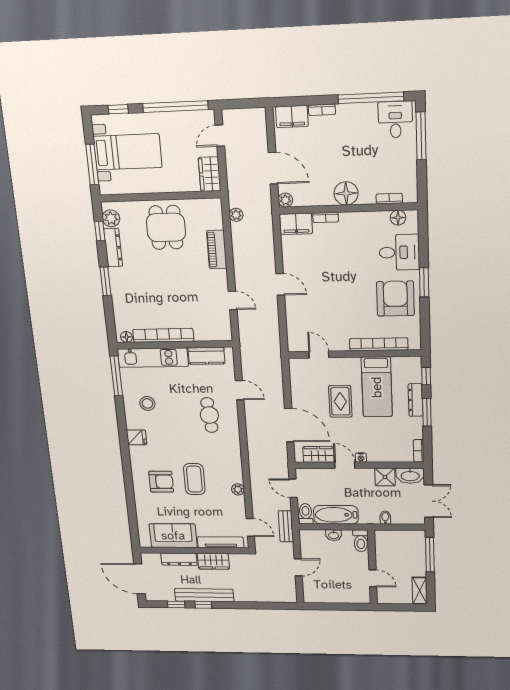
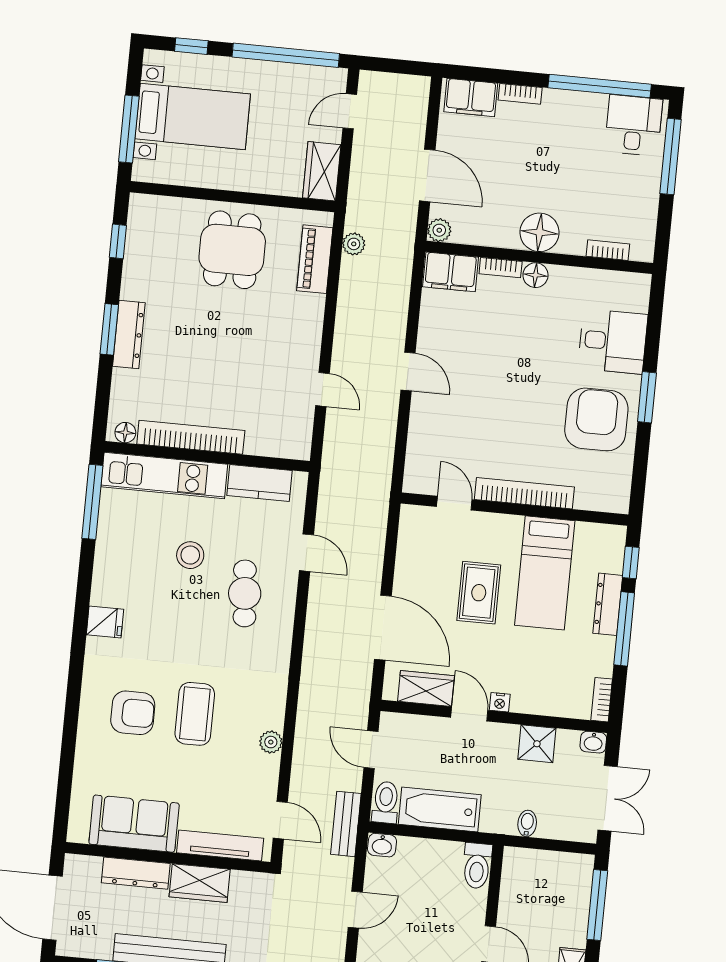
plant: (111, 218) -> (142, 222), removed
floor lamp: (398, 218) -> (535, 275), moved
dresser: (113, 247) -> (129, 334), moved
piano: (217, 250) -> (315, 259), moved
bookcase: (379, 344) -> (524, 493), moved
stool: (147, 403) -> (190, 555), moved
window: (427, 412) -> (624, 629), width x1.44
washbasin: (410, 476) -> (593, 742), width x0.52, depth x0.69
washbasin: (334, 535) -> (382, 845), moved

